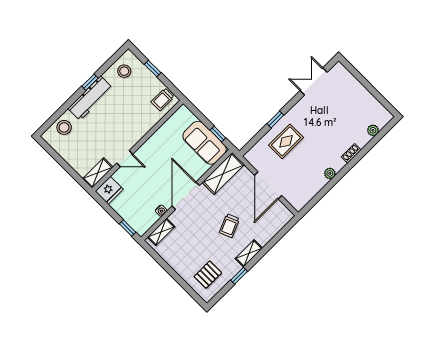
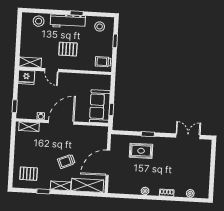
pallet: (118, 123) -> (68, 49), added
shelving: (223, 174) -> (87, 185), moved

